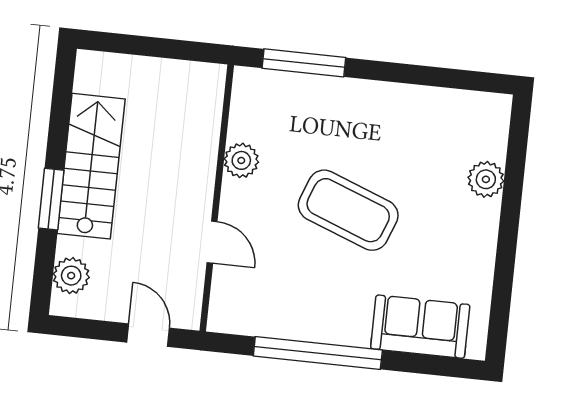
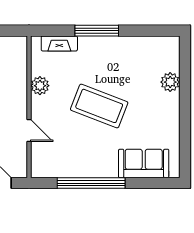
window: (304, 63) -> (97, 31), moved
fireplace: (286, 85) -> (59, 43), added

